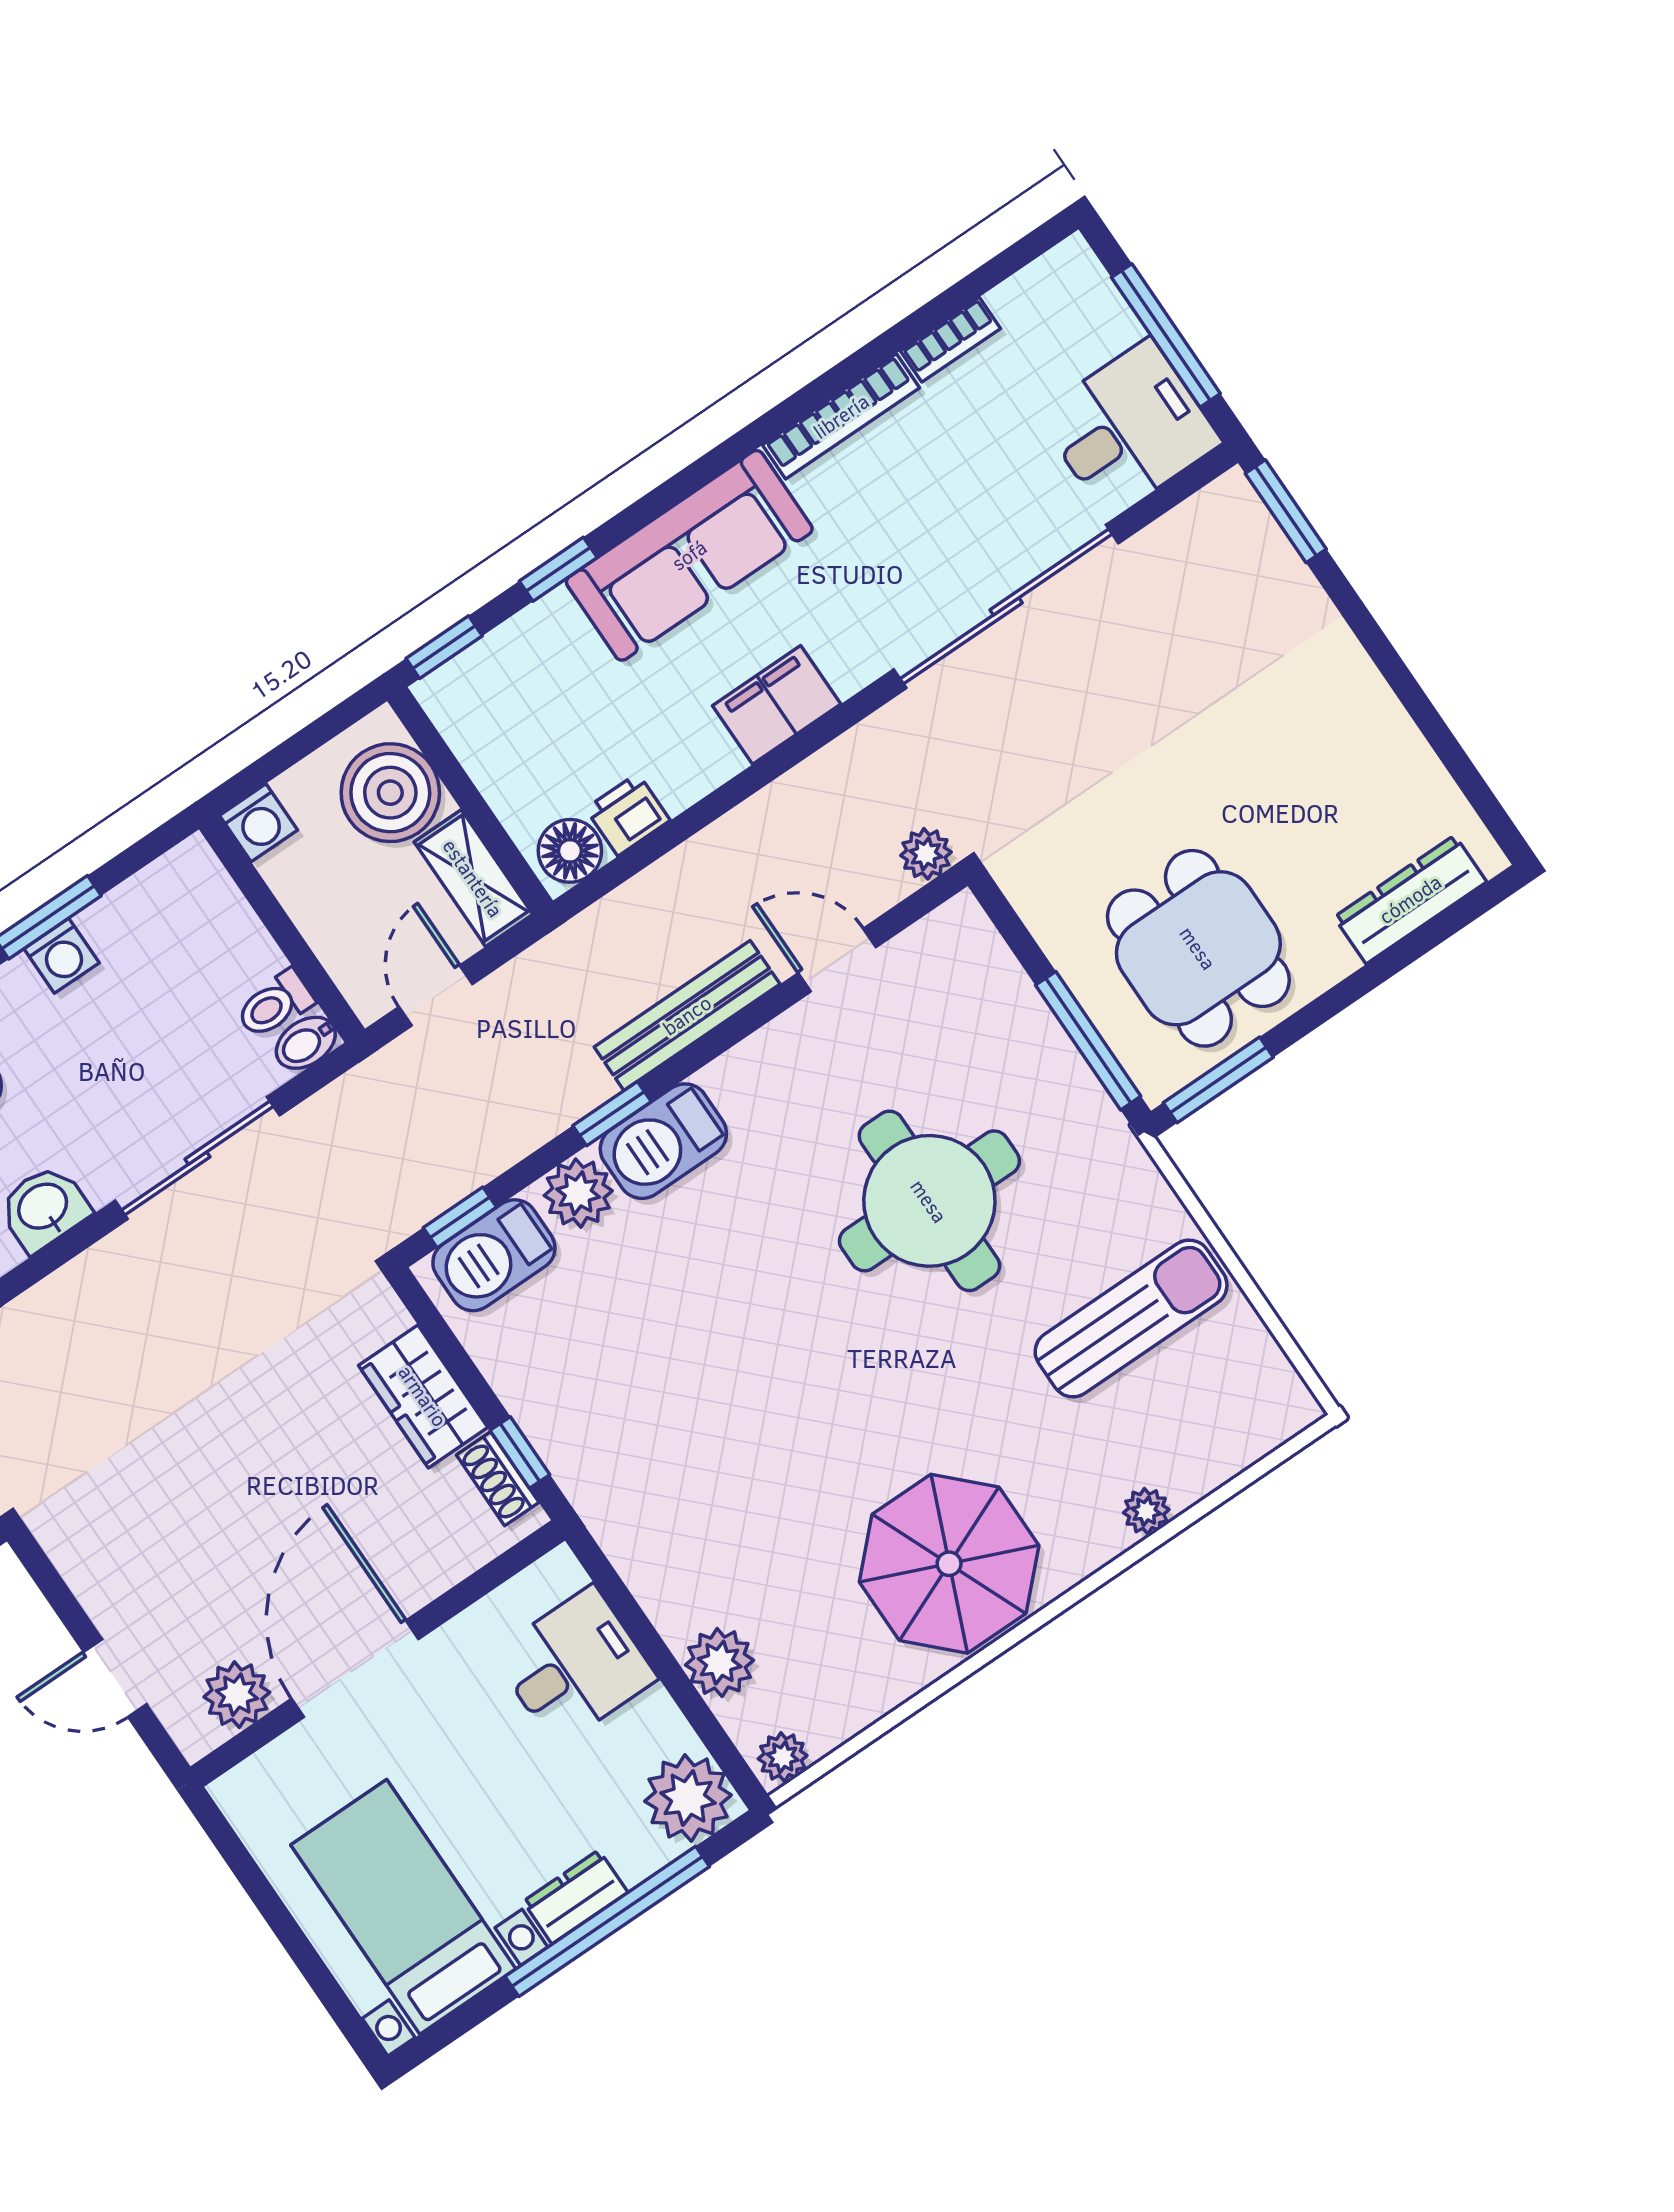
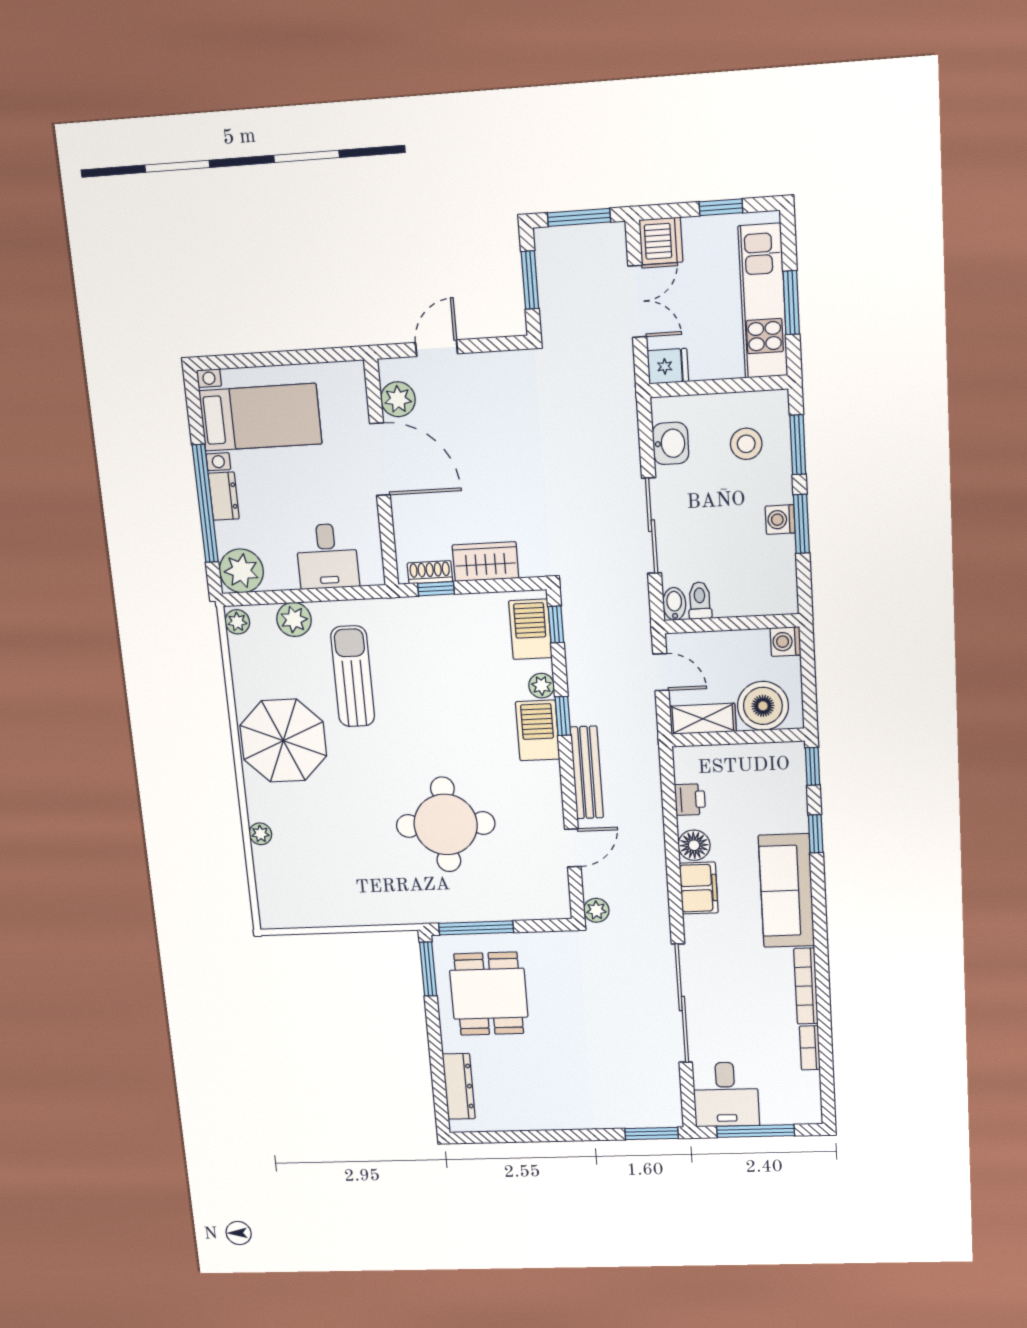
floor lamp: (570, 851) -> (694, 845), moved
dining table: (1198, 948) -> (489, 994), turned 90
plant: (578, 1193) -> (542, 686), width x0.73, depth x0.73
sun lounger: (1131, 1318) -> (353, 676), moved, turned 180

